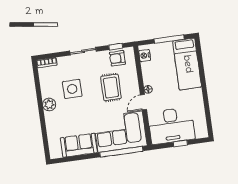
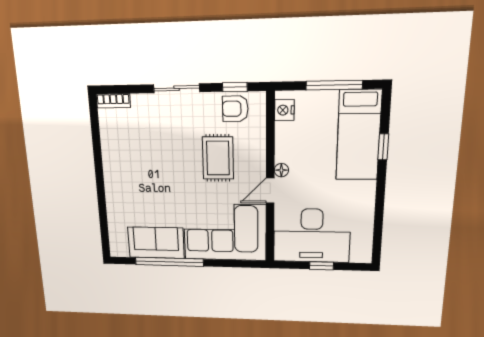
window: (201, 69) -> (383, 147), added
side table: (72, 89) -> (153, 152), removed
plant: (49, 105) -> (113, 172), removed
window: (121, 152) -> (169, 262), moved

